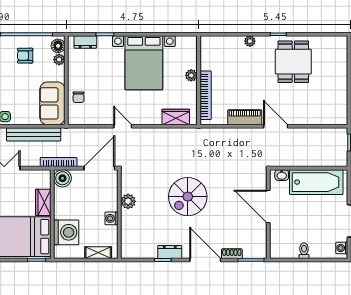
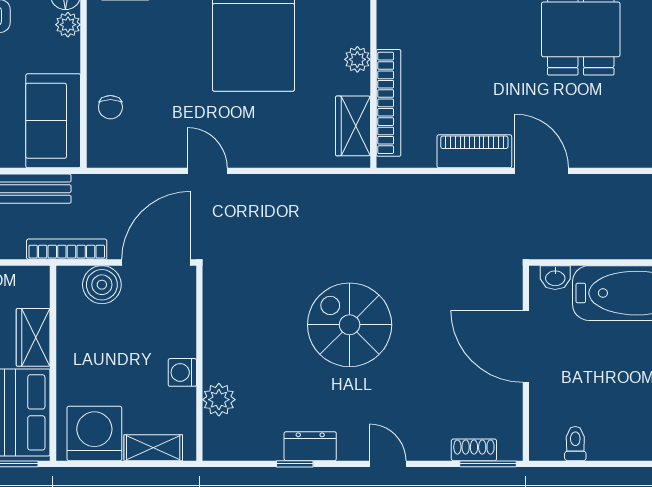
wardrobe: (176, 117) -> (353, 126), moved, turned -90
boiler: (62, 178) -> (102, 285), moved
spiral stairs: (188, 197) -> (350, 325), turned 90
plant: (128, 201) -> (219, 400), moved
washing machine: (66, 232) -> (94, 434), moved, turned -90
toilet: (304, 251) -> (575, 444), moved
shoe rack: (232, 254) -> (474, 450), moved
door: (205, 260) -> (388, 464), width x0.53

